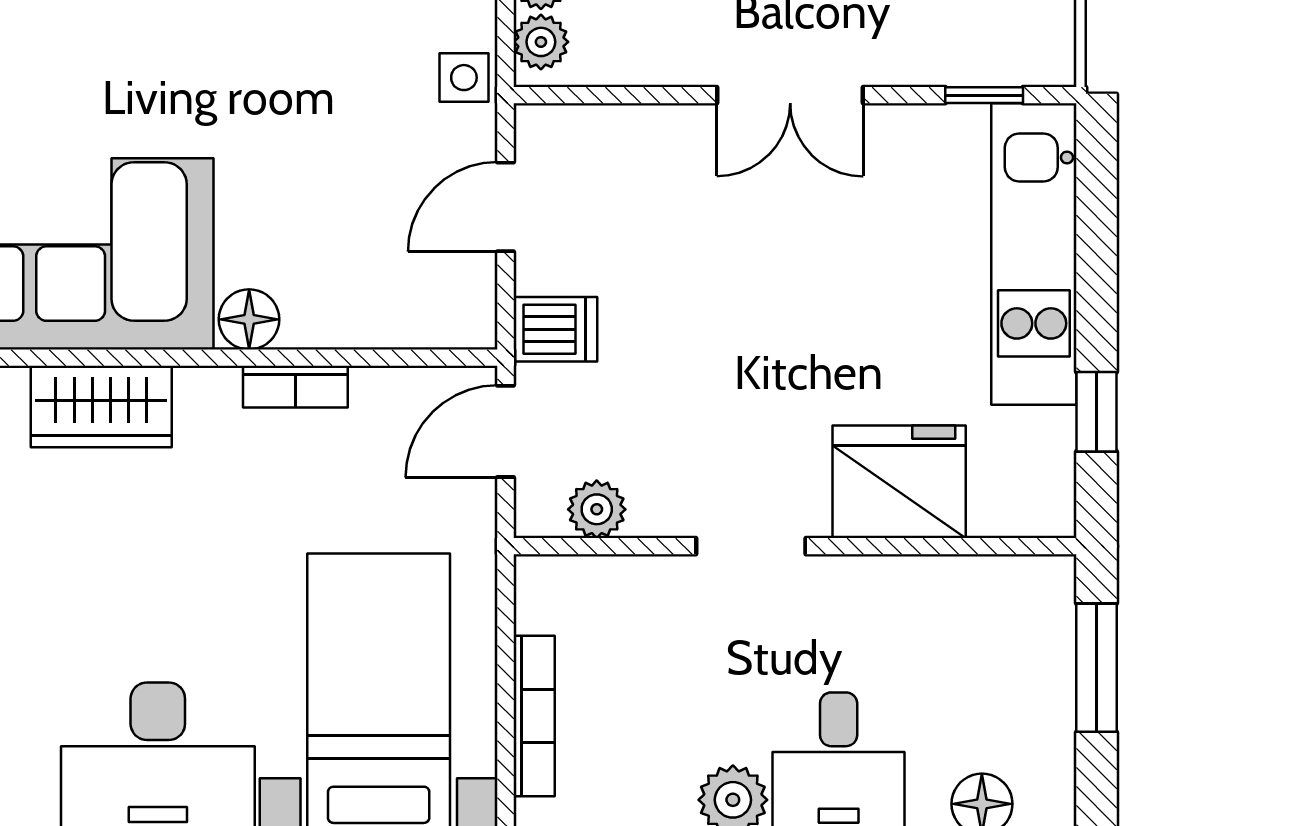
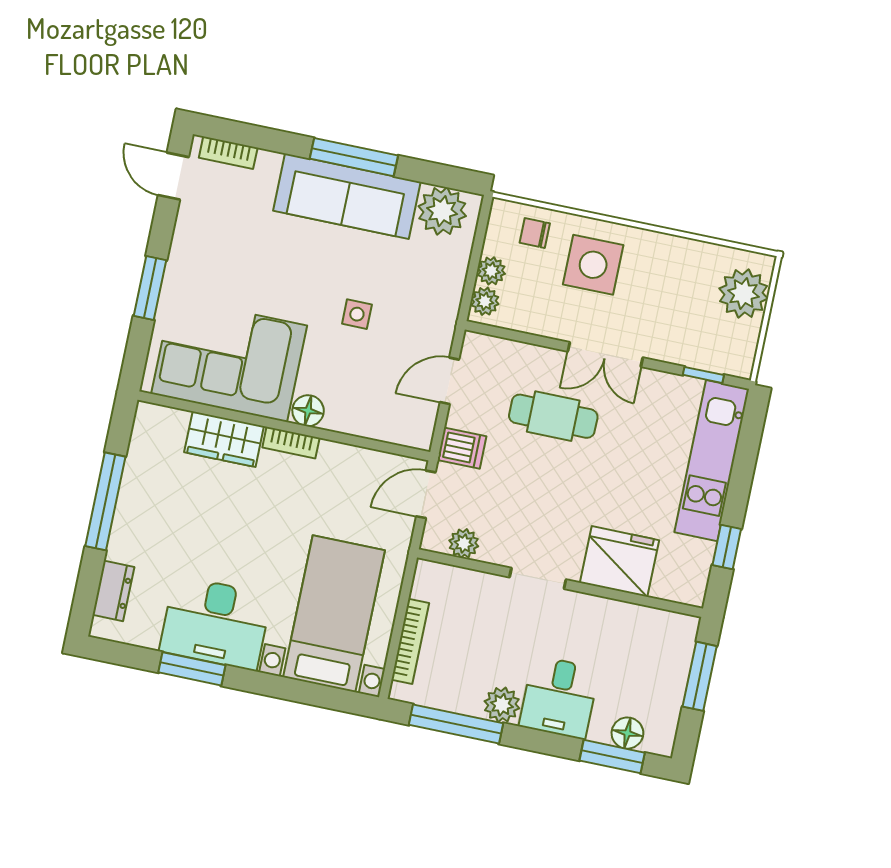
side table: (464, 78) -> (357, 314), moved
cafe table: (716, 233) -> (553, 416), added
bookcase: (295, 387) -> (291, 443), moved

